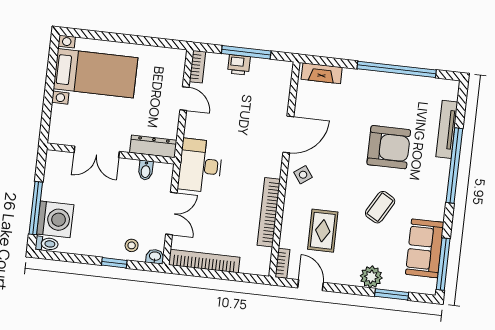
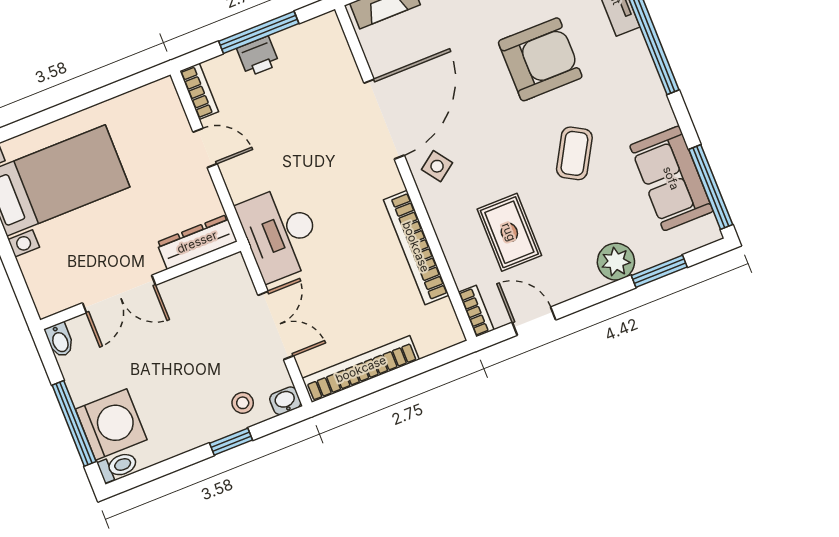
door: (288, 134) -> (384, 119), width x1.36
bidet: (146, 170) -> (60, 340), moved

